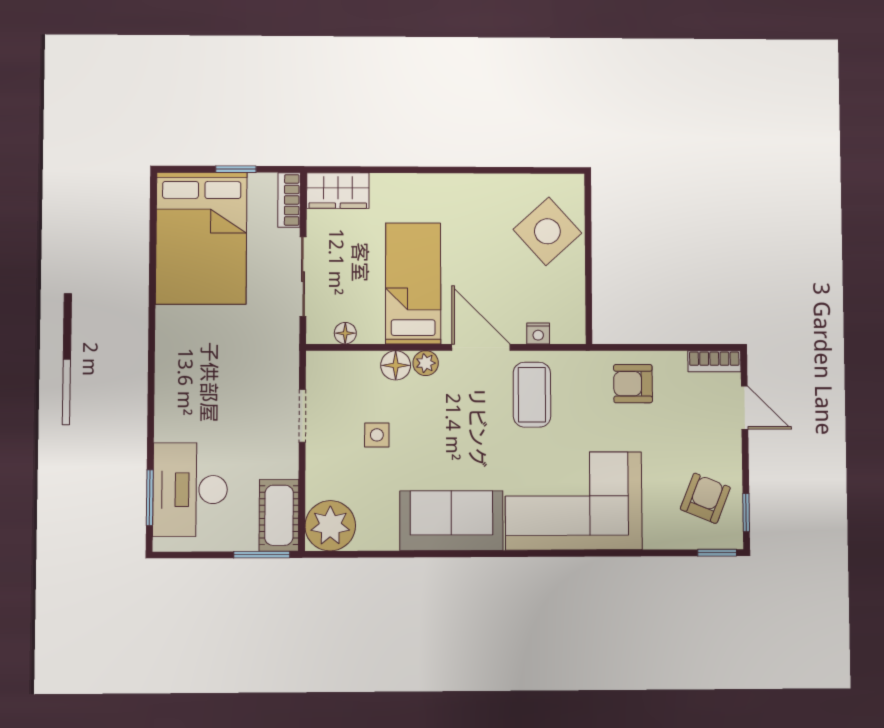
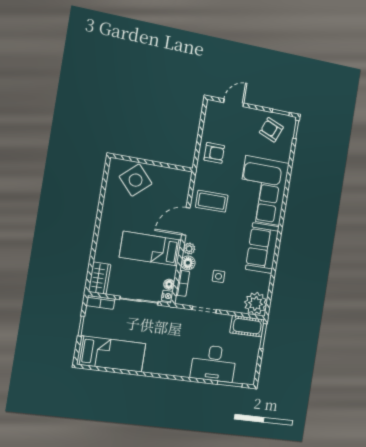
bed: (201, 238) -> (111, 354), width x0.67
nightstand: (538, 333) -> (167, 296), moved
bookcase: (714, 361) -> (183, 283), moved
armchair: (633, 384) -> (214, 153), turned -90
desk: (190, 490) -> (214, 363), moved

